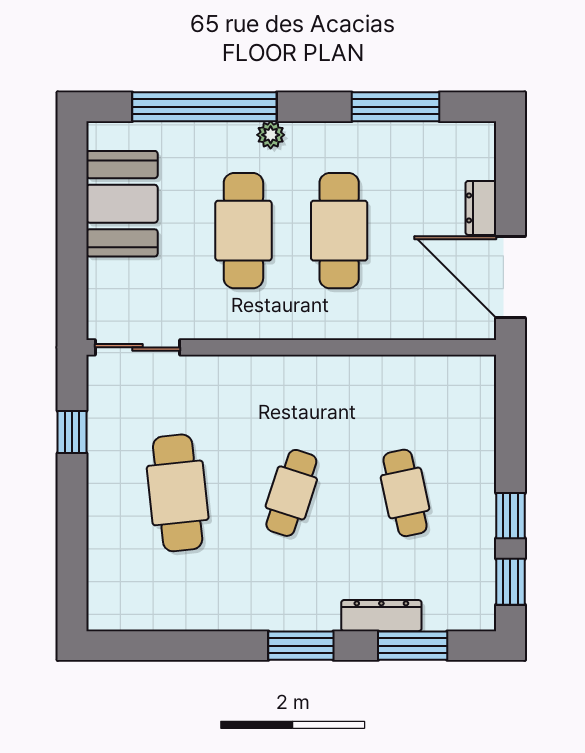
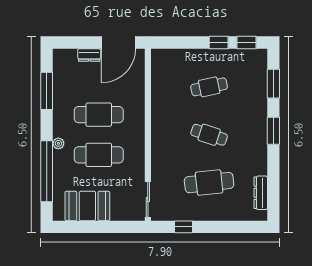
dresser: (381, 616) -> (261, 193), moved

